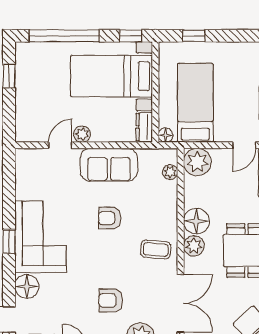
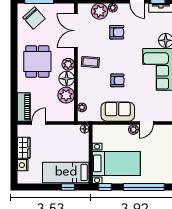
bed: (195, 103) -> (66, 172), moved, turned 90
dresser: (144, 127) -> (97, 134), removed
plant: (197, 162) -> (66, 95), moved

